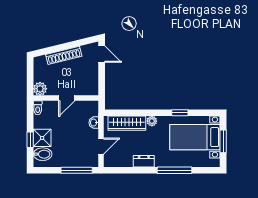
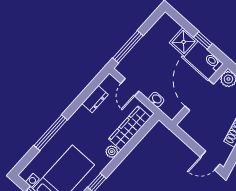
door: (67, 98) -> (199, 95), width x1.88
window: (30, 140) -> (203, 40), moved
bidet: (43, 154) -> (169, 30), removed
dresser: (144, 161) -> (95, 99), moved

